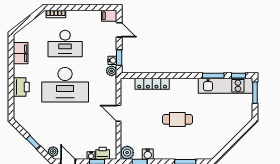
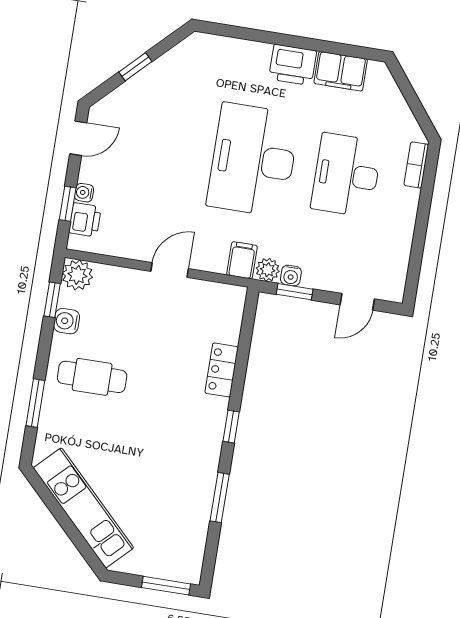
filing cabinet: (109, 16) -> (242, 260), moved
window: (239, 76) -> (231, 427), moved
locker: (152, 84) -> (222, 370), width x0.66
kitchen unit: (225, 86) -> (83, 508), moved, turned 135
printer: (21, 87) -> (293, 65), moved
cafe table: (177, 119) -> (92, 377), moved, turned 90
plant: (53, 152) -> (107, 108), removed

